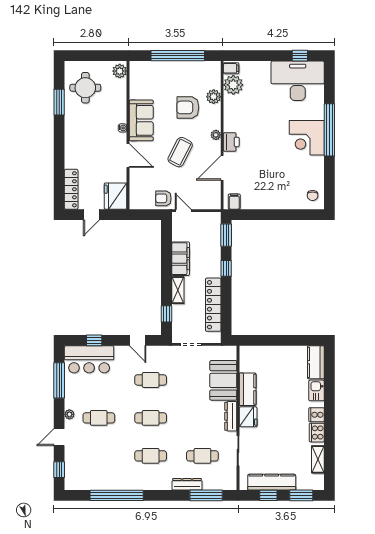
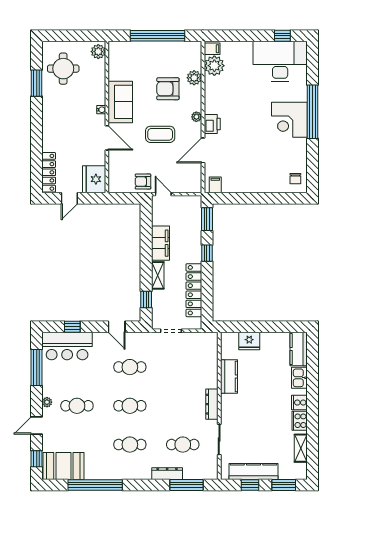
coffee table: (180, 152) -> (160, 134), turned 63
booth: (223, 380) -> (63, 466), moved, turned 90
fridge: (248, 417) -> (249, 341), moved, turned 90

